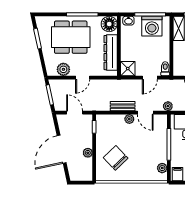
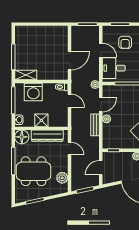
washing machine: (152, 26) -> (33, 92), moved, turned 90
dining table: (71, 37) -> (34, 171), turned 90
shower: (128, 69) -> (41, 120), moved
door: (83, 78) -> (70, 148), moved

